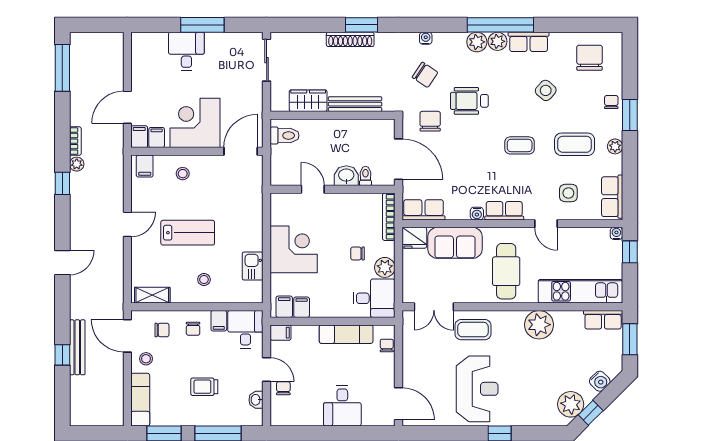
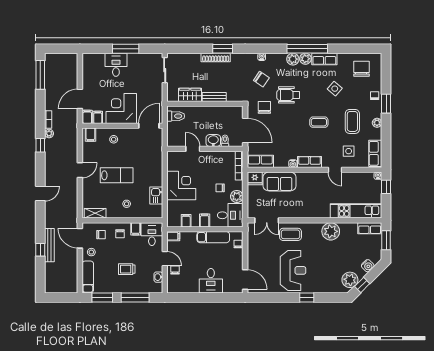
bench: (355, 104) -> (214, 97), width x0.73
coffee table: (575, 144) -> (352, 121), turned 90
cafe table: (506, 271) -> (311, 199), removed
filing cabinet: (284, 307) -> (205, 220), moved

